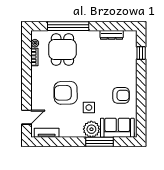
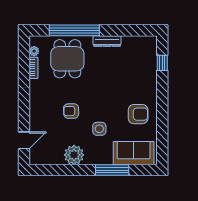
dresser: (112, 35) -> (107, 41), moved
armchair: (66, 93) -> (71, 111), width x0.53, depth x0.53
plant: (91, 129) -> (74, 155), moved
tv unit: (47, 133) -> (48, 159), removed

